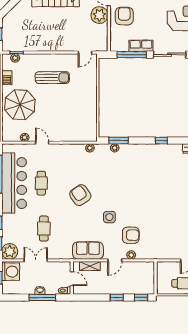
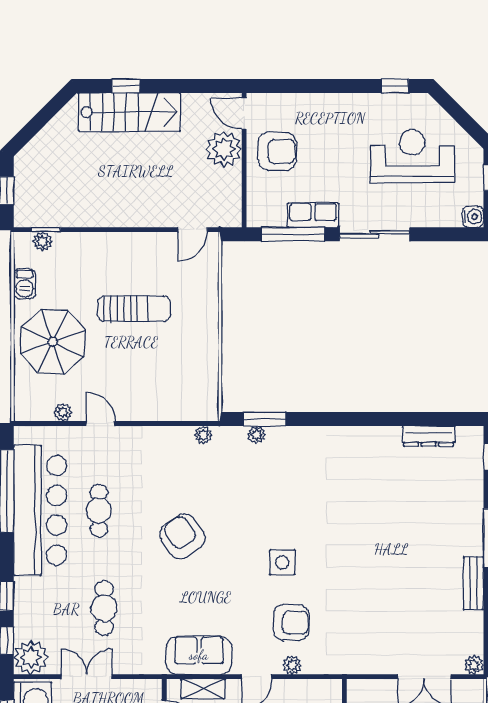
armchair: (124, 16) -> (277, 151), turned 90
sun lounger: (52, 78) -> (134, 309), moved
window: (161, 141) -> (357, 419), removed
side table: (109, 217) -> (282, 562), moved

